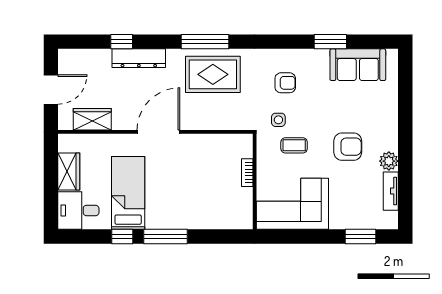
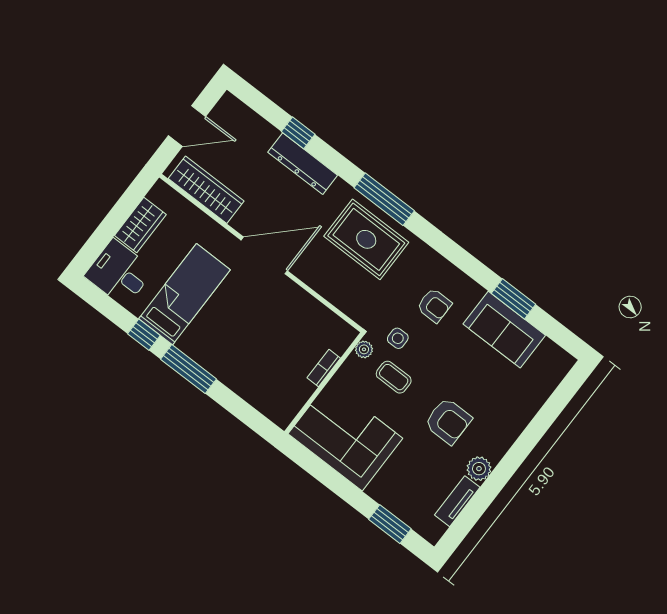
sofa: (358, 65) -> (504, 330), moved
wardrobe: (92, 119) -> (206, 190), width x1.50
plant: (263, 142) -> (364, 349), added

